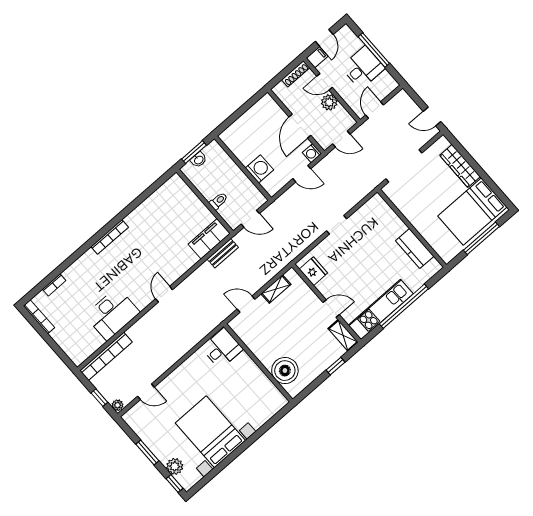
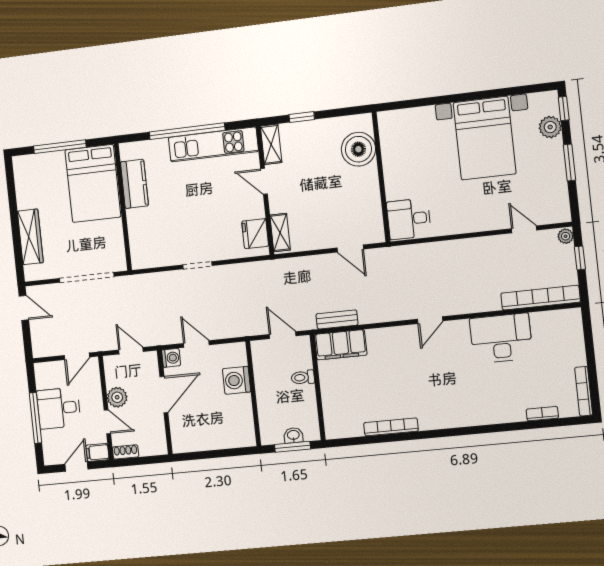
shoe rack: (296, 74) -> (126, 452), width x0.70
bed: (472, 211) -> (93, 183), moved, turned 90
bookcase: (110, 237) -> (391, 427), moved
shelving: (276, 289) -> (280, 233), moved, turned 90

